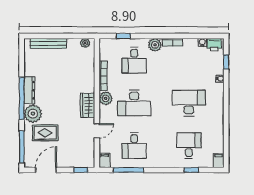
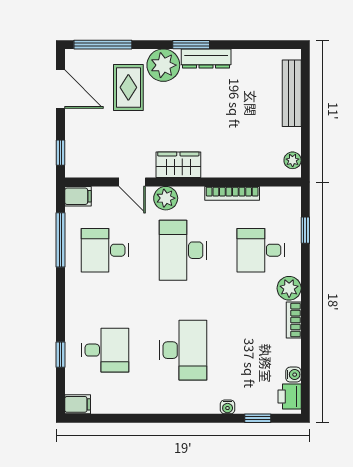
window: (22, 98) -> (191, 45), width x0.47
plant: (106, 98) -> (166, 198), moved

